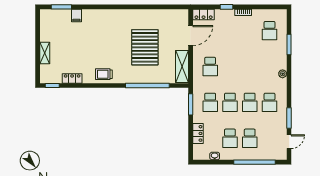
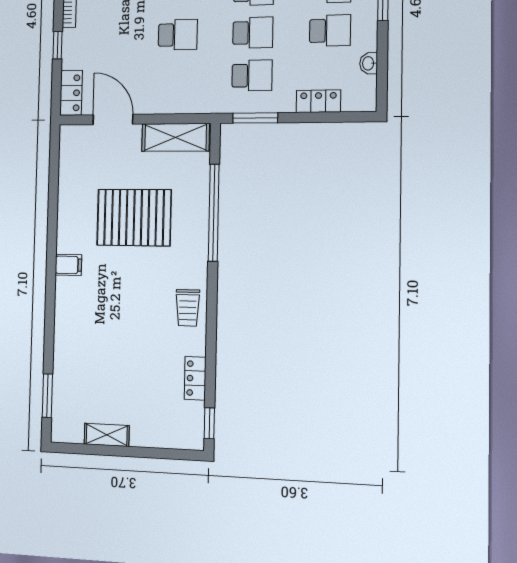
filing cabinet: (76, 16) -> (68, 265), moved
shelving: (45, 53) -> (107, 435), moved
school desk: (210, 67) -> (178, 35), moved

